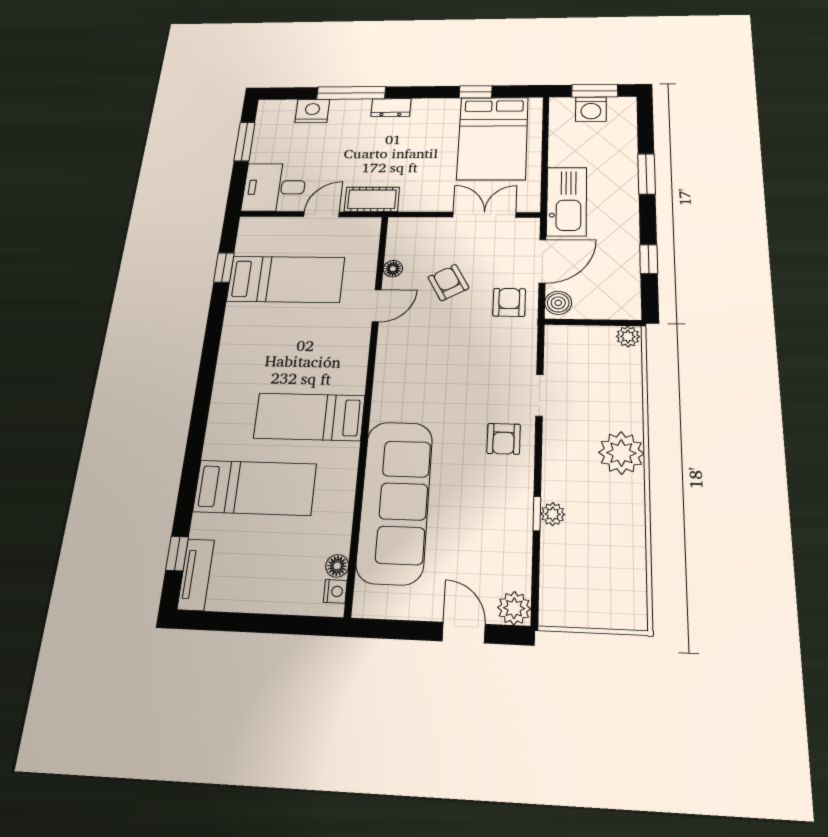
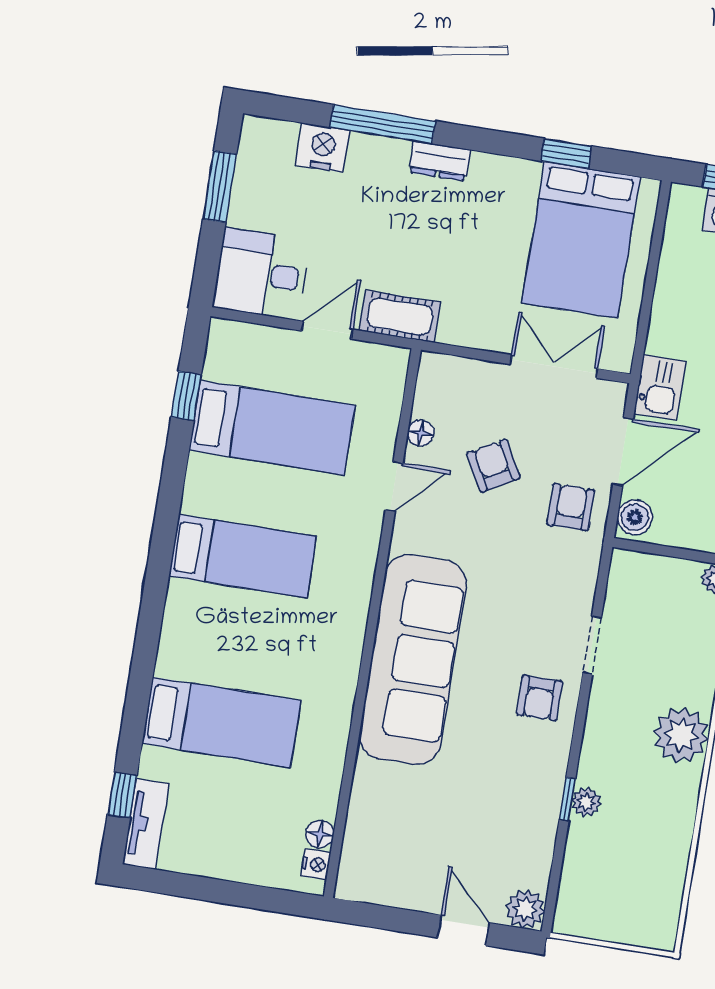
kitchen sink: (567, 201) -> (660, 387), width x0.53, depth x0.81
bed: (309, 417) -> (243, 556), moved, turned 180
sofa: (395, 501) -> (413, 659), moved

